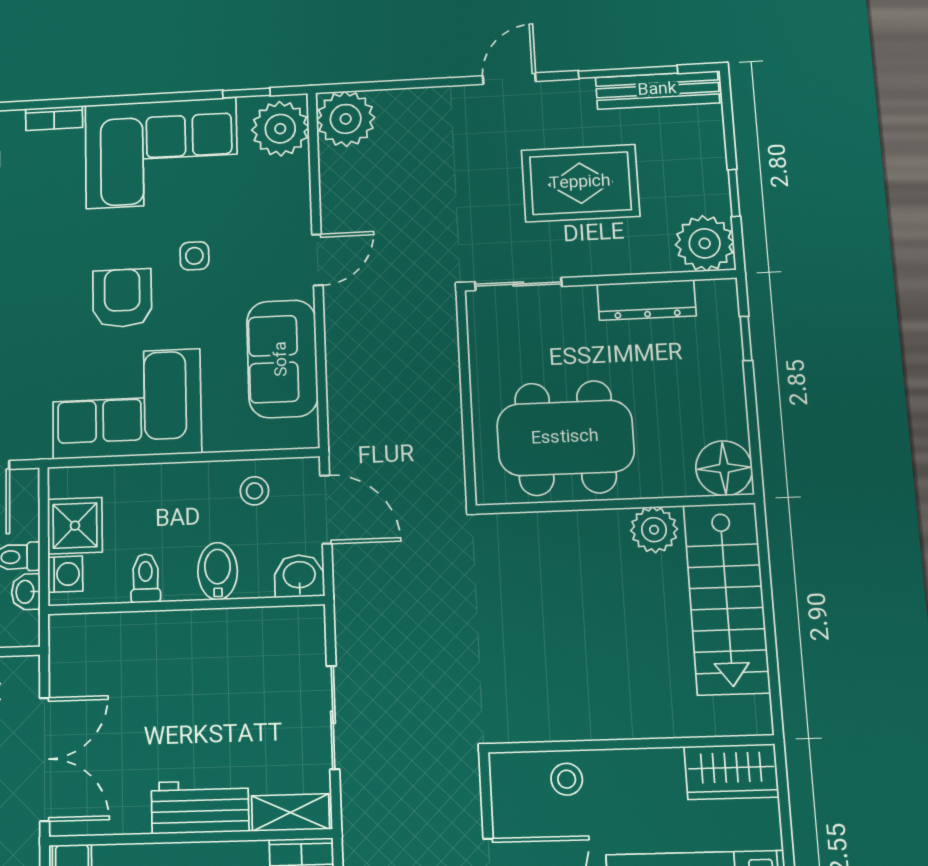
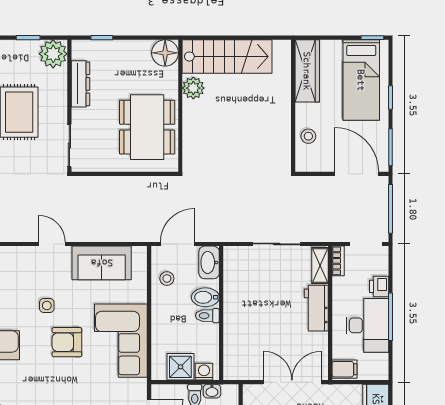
washbasin: (299, 576) -> (209, 262), width x1.38
toilet: (146, 578) -> (207, 316), moved
wardrobe: (731, 772) -> (307, 71), width x1.50

